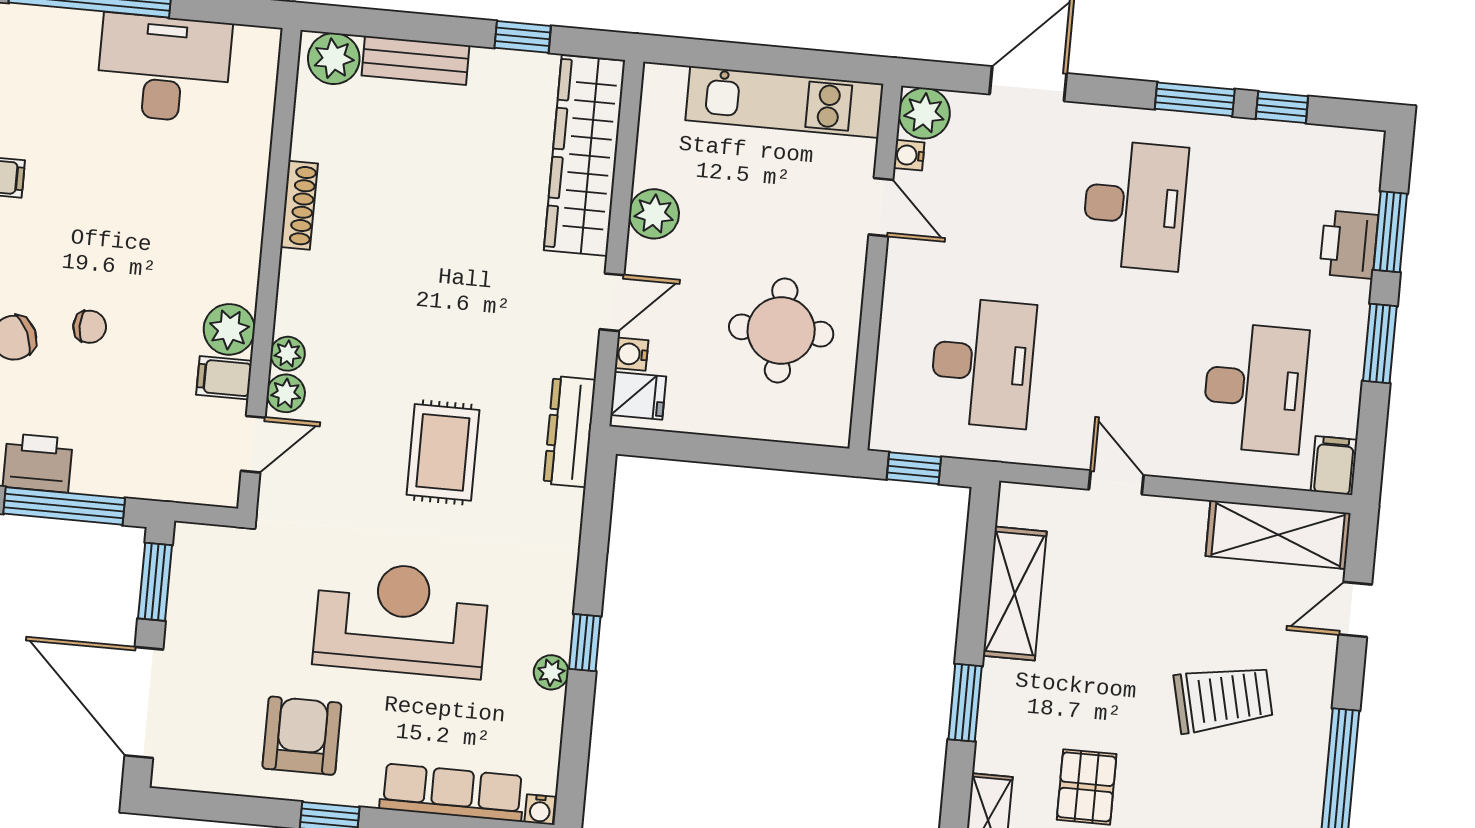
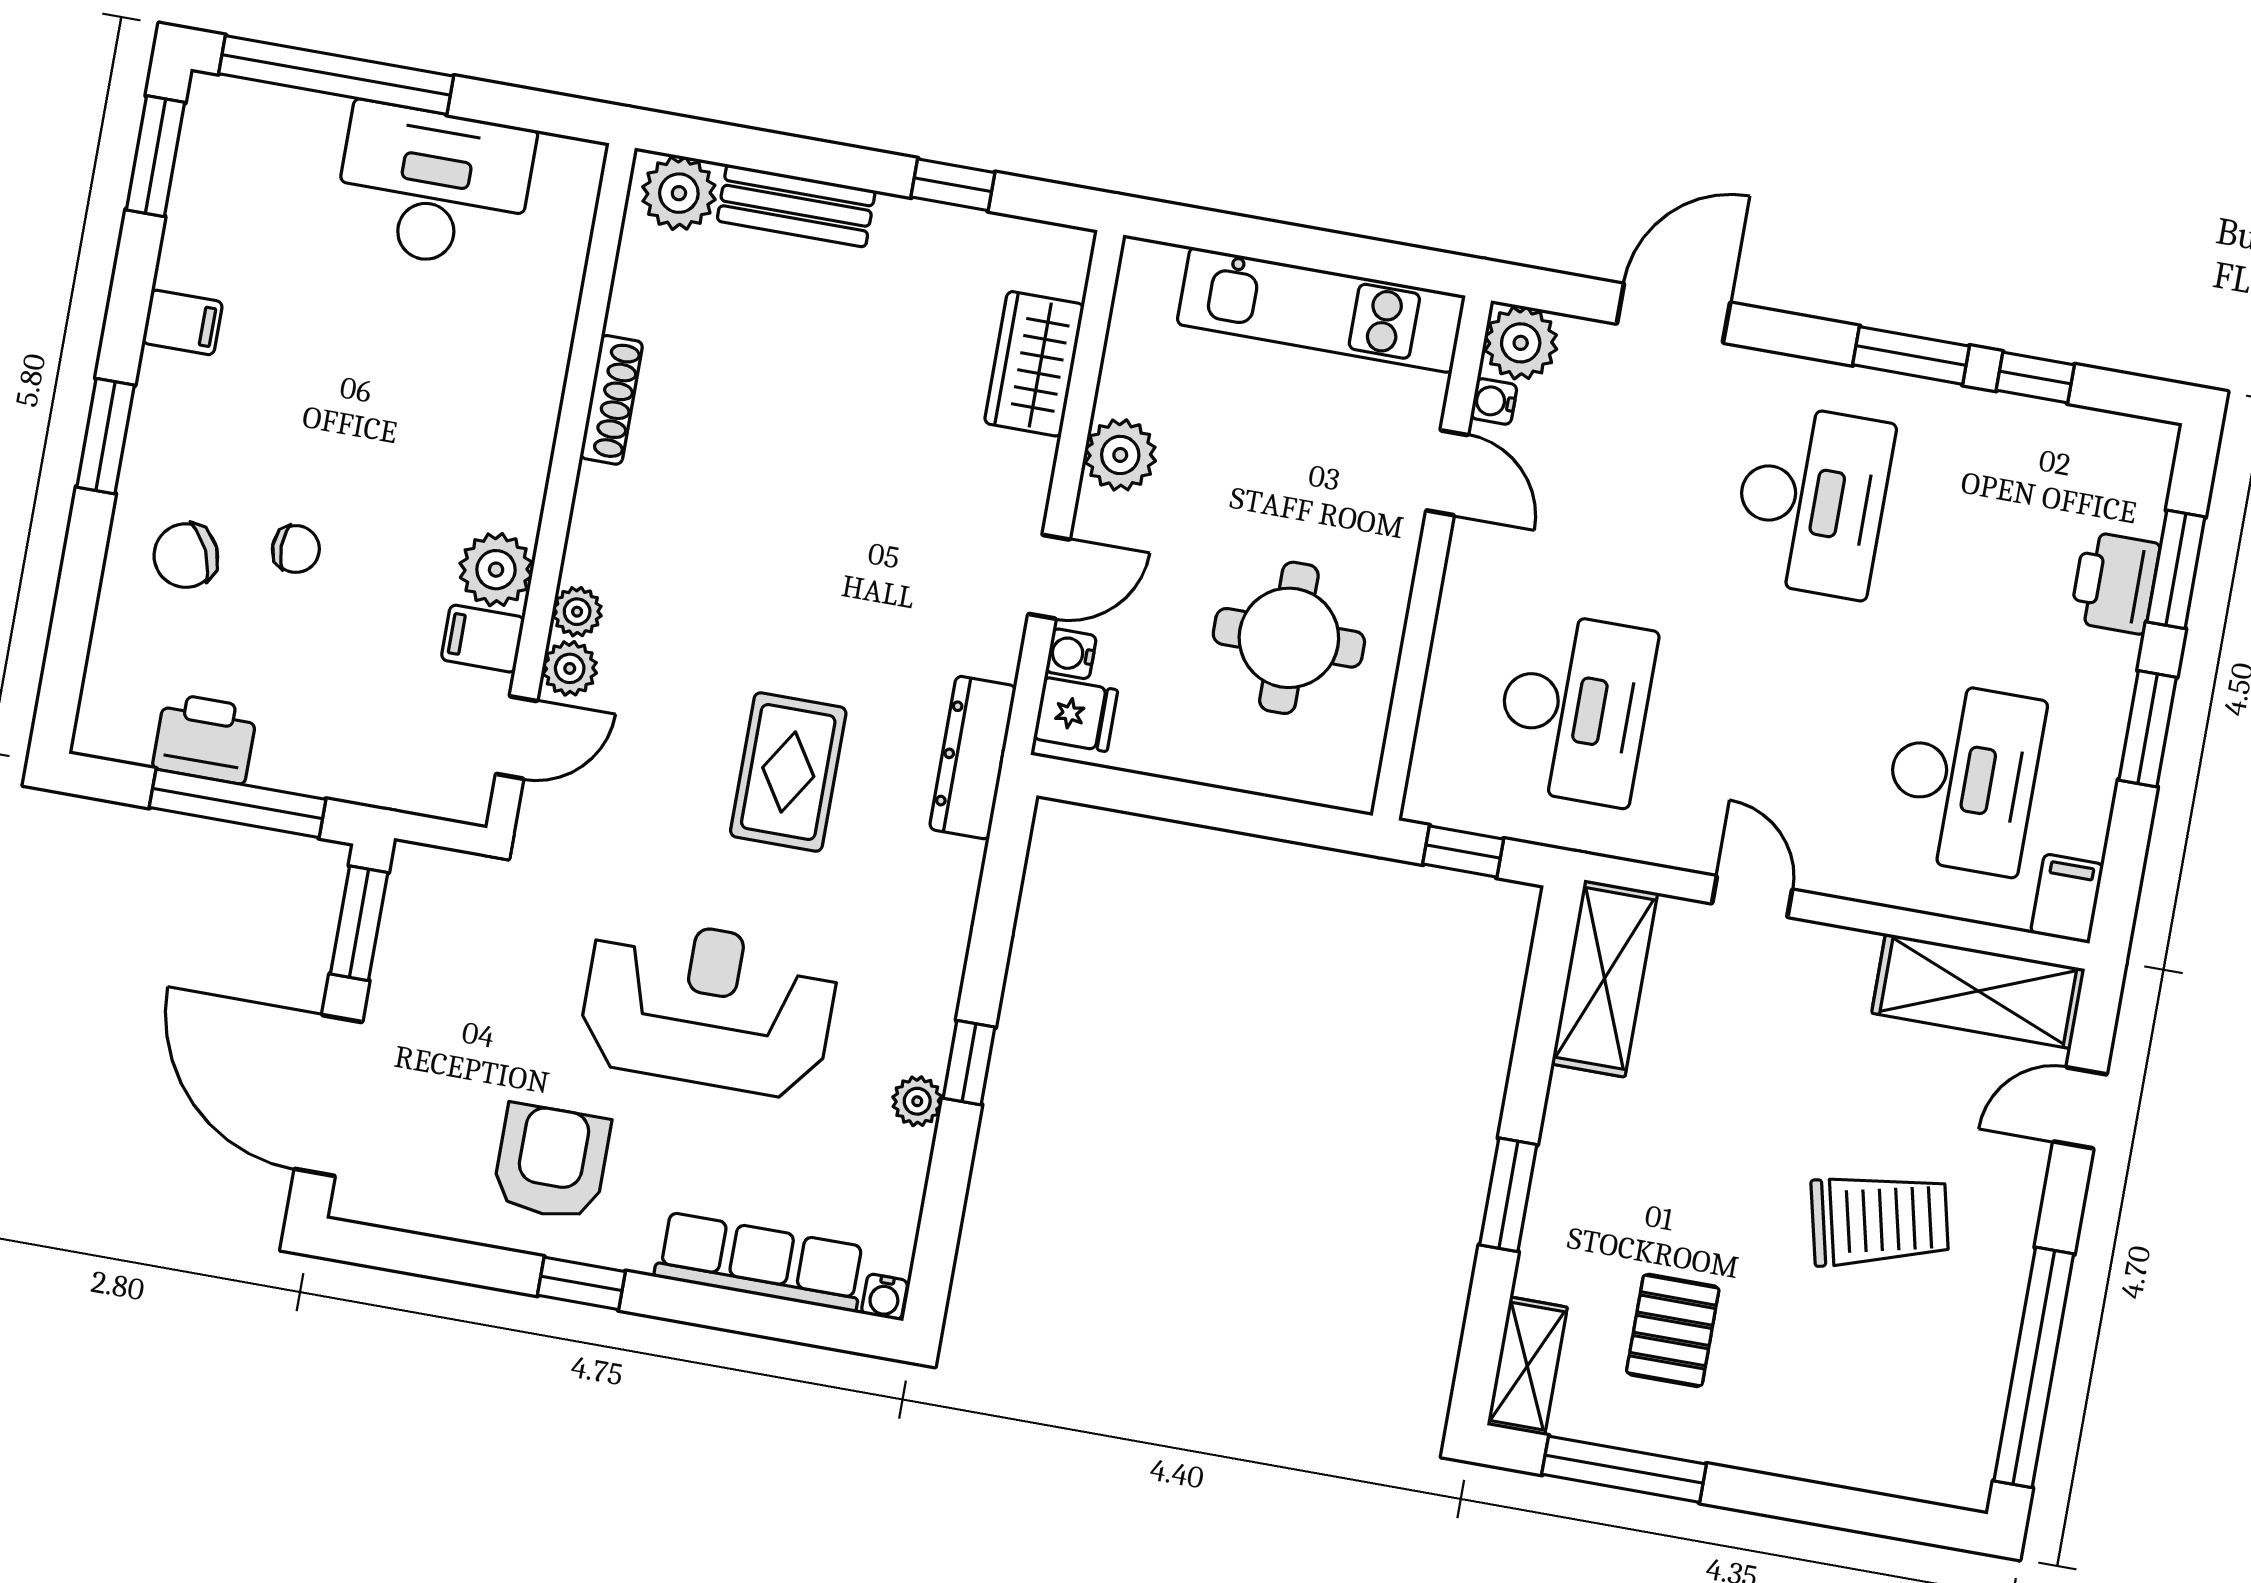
wardrobe: (585, 155) -> (1034, 364), width x0.48, depth x0.85
shelving: (1015, 594) -> (1605, 978), moved

